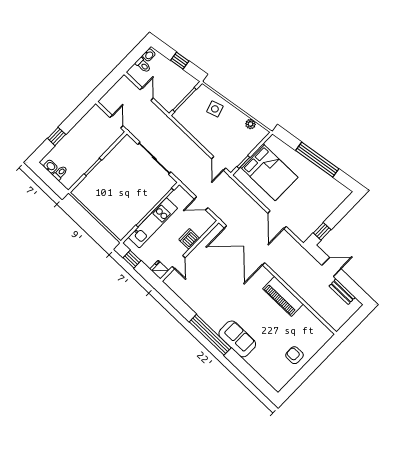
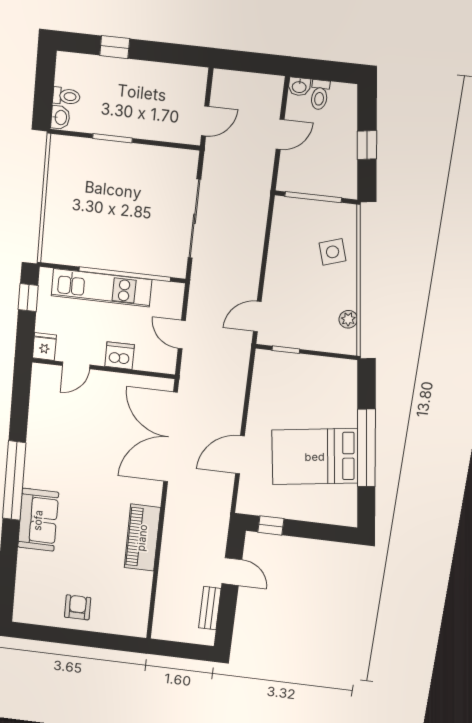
washbasin: (149, 55) -> (299, 87), moved
washbasin: (50, 167) -> (60, 117), moved
bed: (269, 172) -> (315, 457), moved, turned 82

